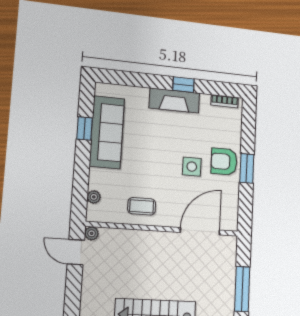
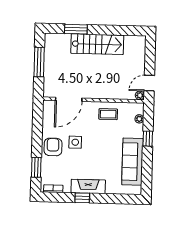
window: (85, 128) -> (148, 139), moved
armchair: (224, 162) -> (53, 147), turned -90
window: (247, 168) -> (36, 167), moved
door: (76, 252) -> (149, 83), swing flipped

